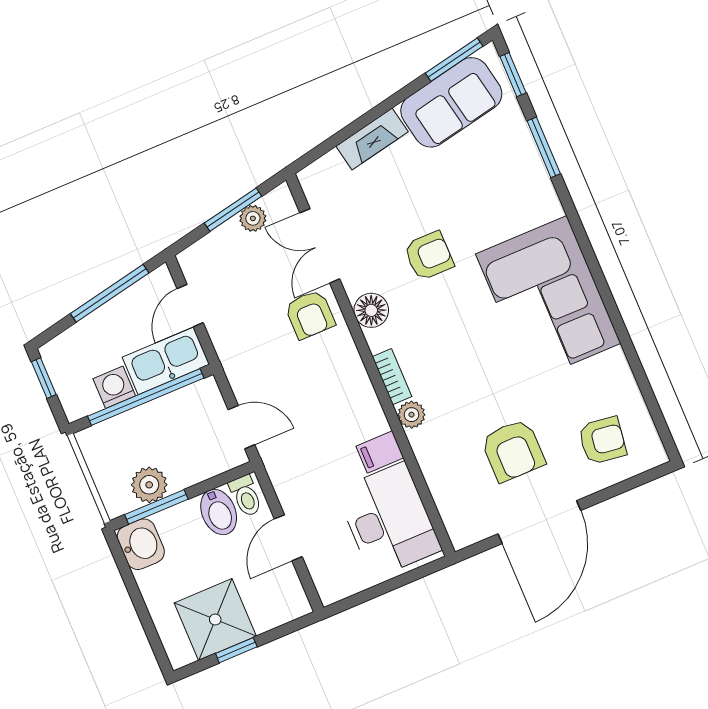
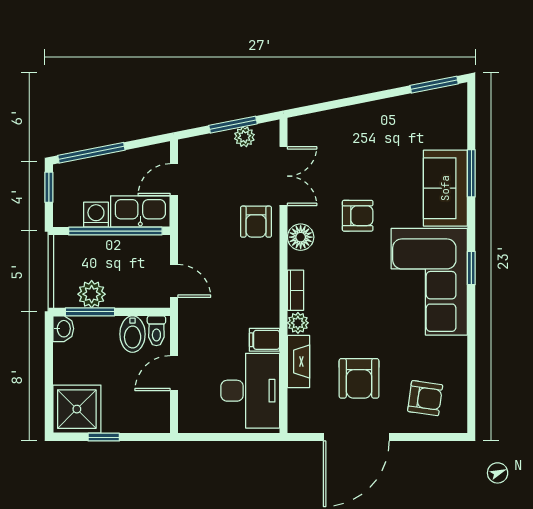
window: (513, 75) -> (471, 268), moved
sofa: (451, 102) -> (445, 188), moved, turned 101
fireplace: (372, 139) -> (299, 361), moved, turned -79
double door: (320, 246) -> (284, 176), swing flipped
window: (110, 293) -> (91, 153), moved
washbasin: (141, 544) -> (63, 329), width x0.72, depth x0.69
shower: (215, 620) -> (77, 409), moved

